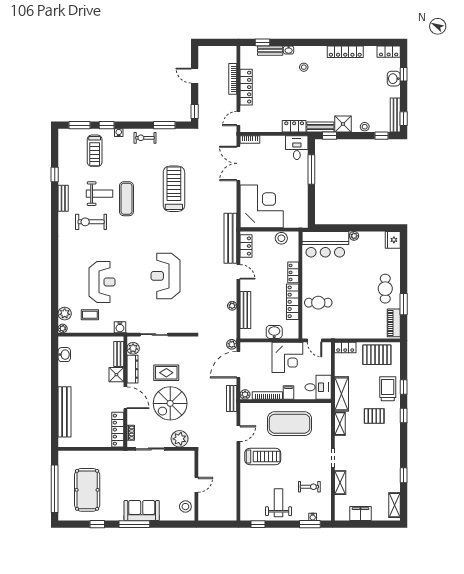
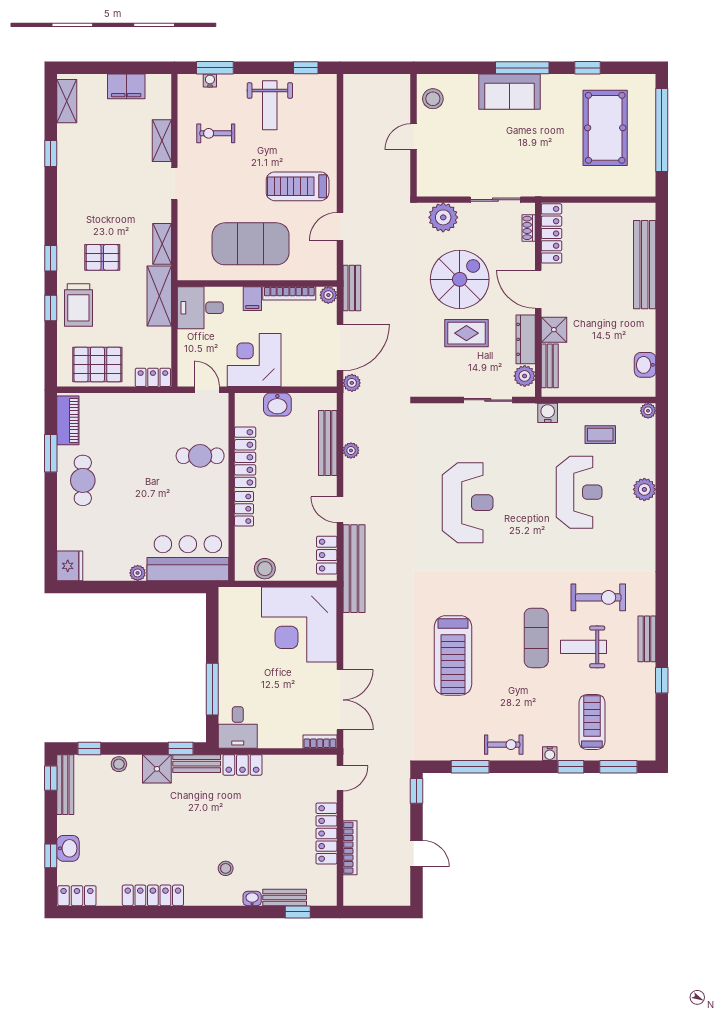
reception desk: (102, 282) -> (579, 492), turned 180
plant: (65, 314) -> (644, 489), moved

